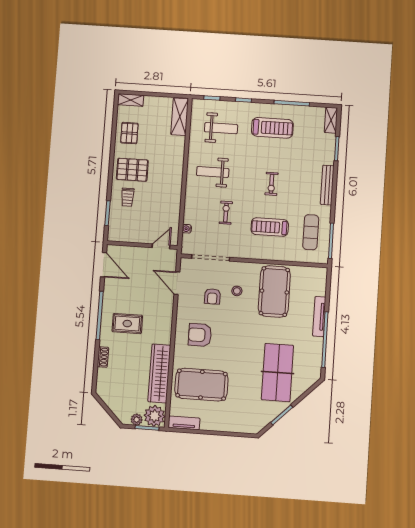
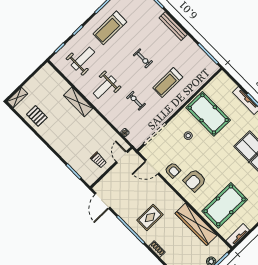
shelving: (180, 117) -> (78, 102), moved
treadmill: (272, 128) -> (110, 28), turned 180
pallet: (132, 170) -> (61, 134), removed
trolley: (128, 197) -> (98, 160), moved
exercise mat: (311, 232) -> (192, 61), removed
door: (103, 265) -> (102, 201), swing flipped
armchair: (212, 296) -> (173, 170), moved
plant: (154, 416) -> (218, 249), removed

